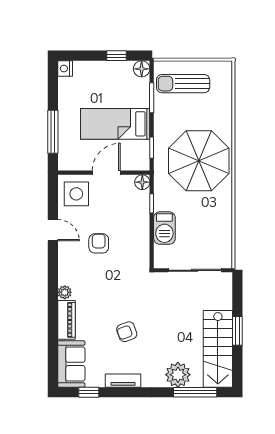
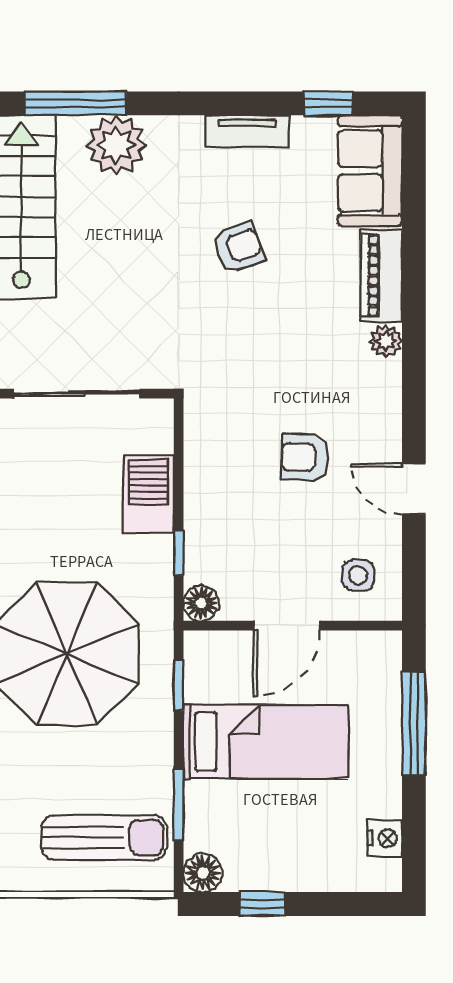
nightstand: (65, 69) -> (385, 838), moved
side table: (76, 194) -> (358, 575), width x0.54, depth x0.54
armchair: (99, 243) -> (305, 457), turned 92

